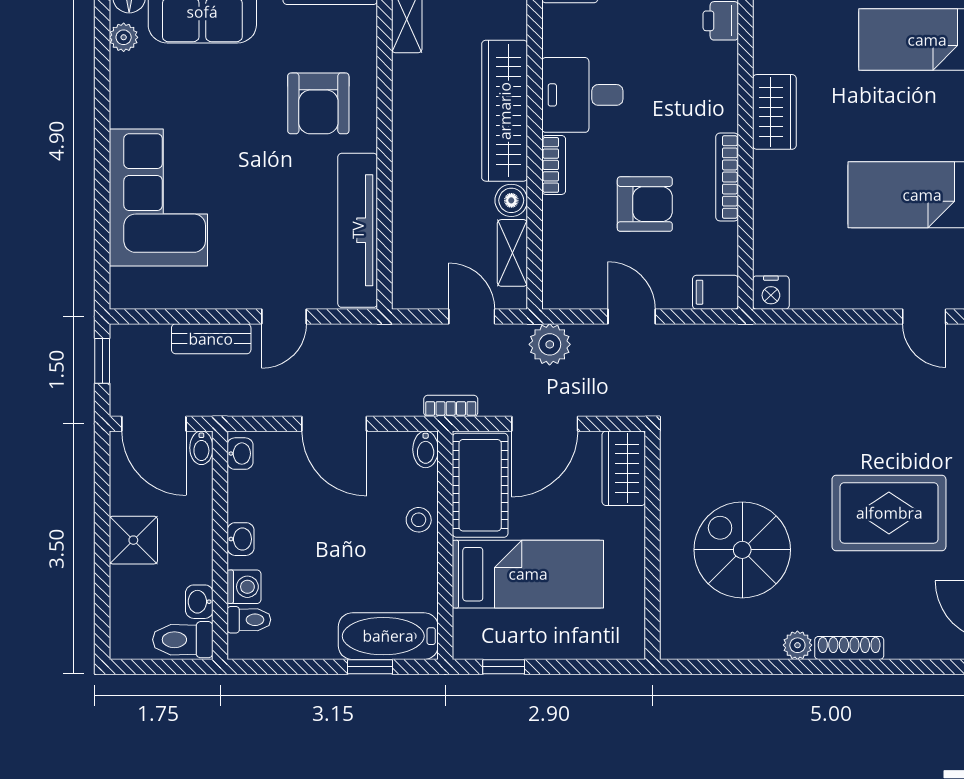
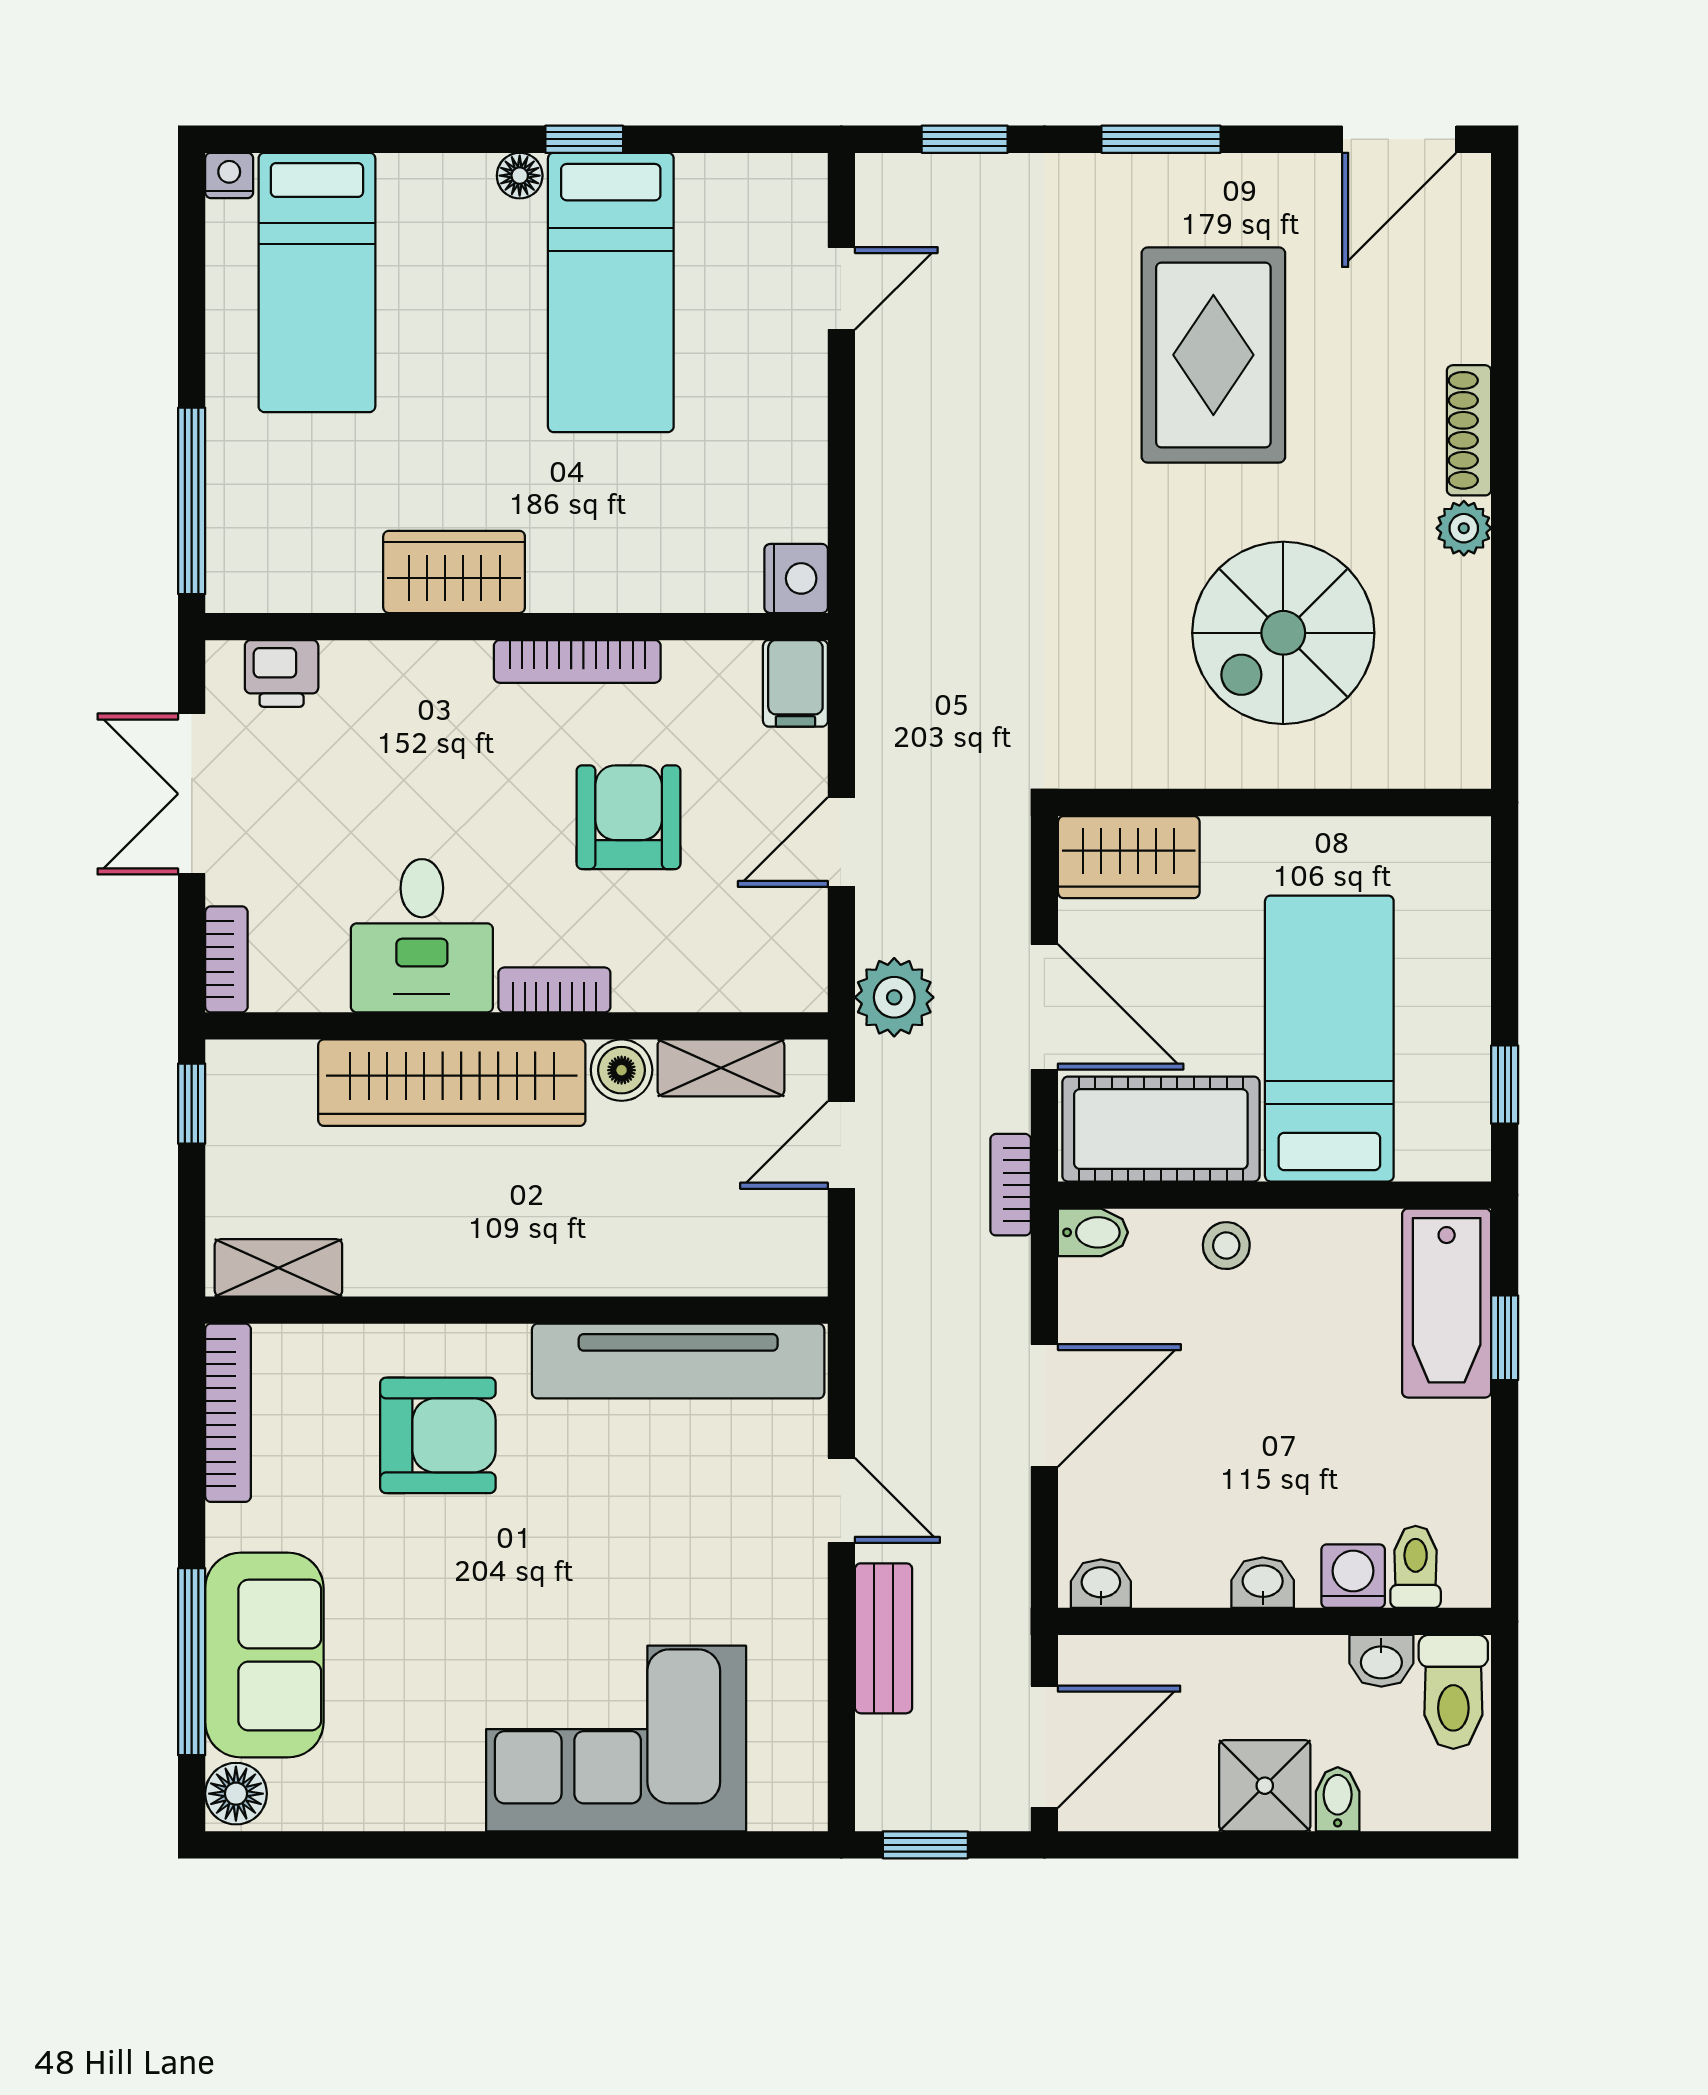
plant: (124, 37) -> (313, 1804), removed
bidet: (201, 448) -> (1338, 1799), moved, turned -90

